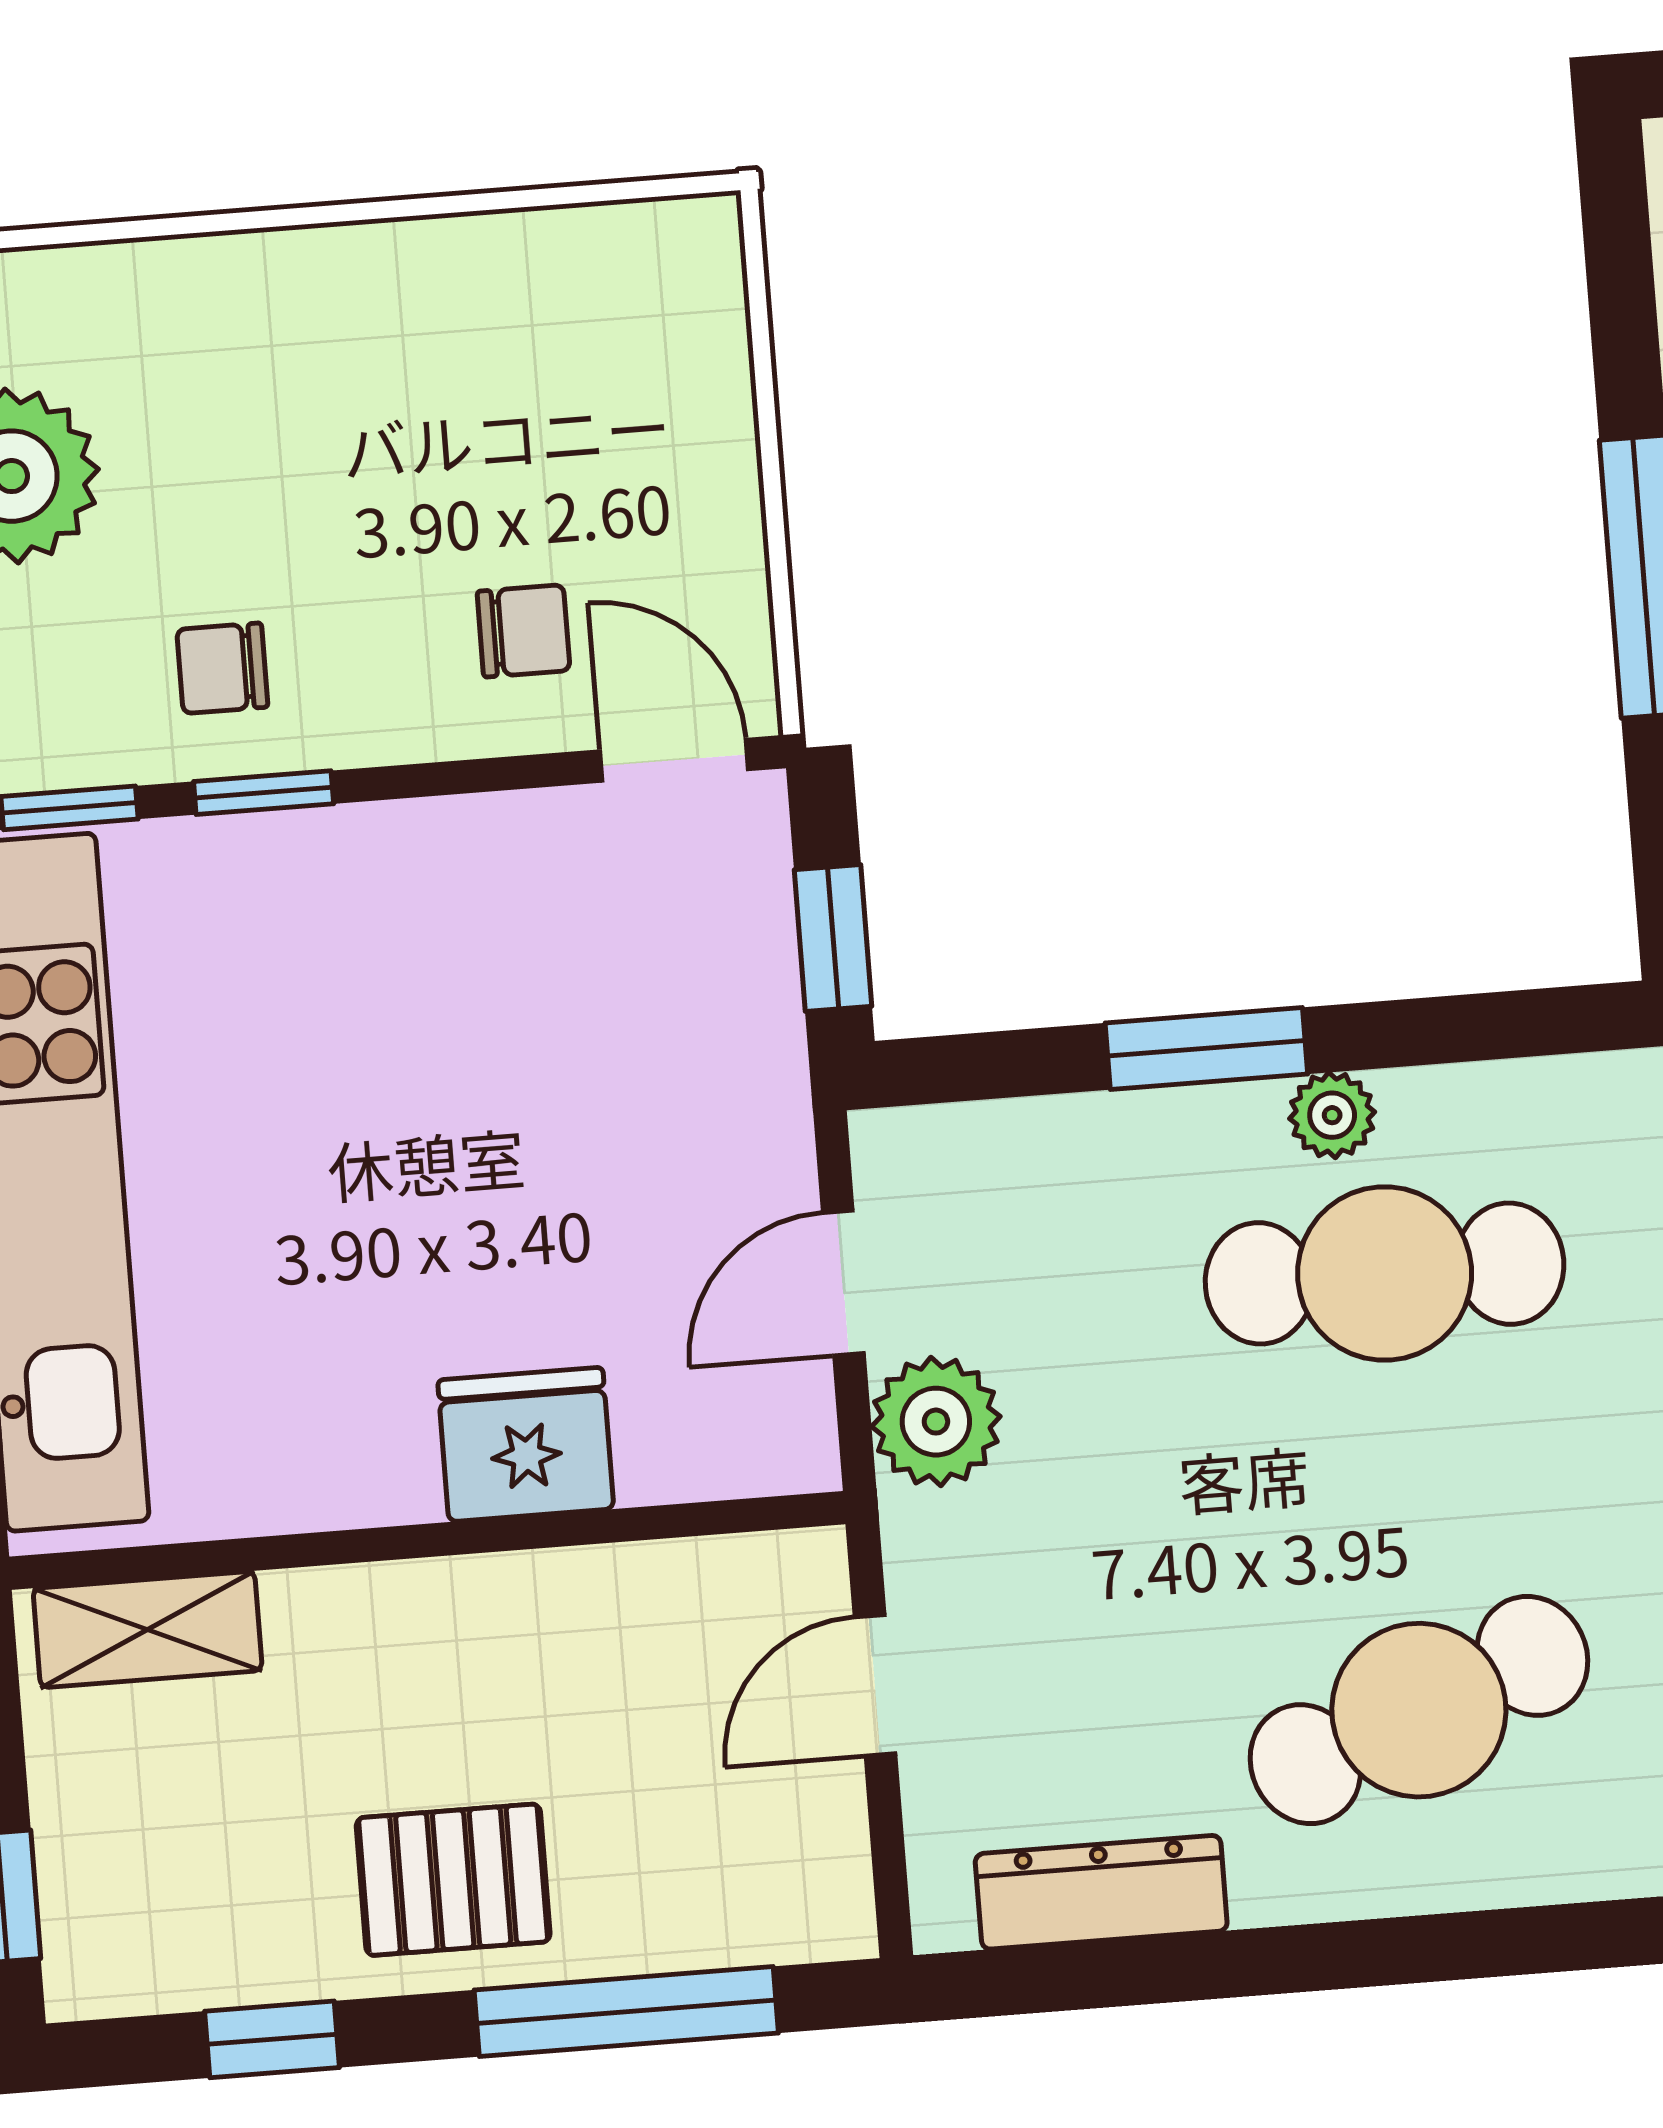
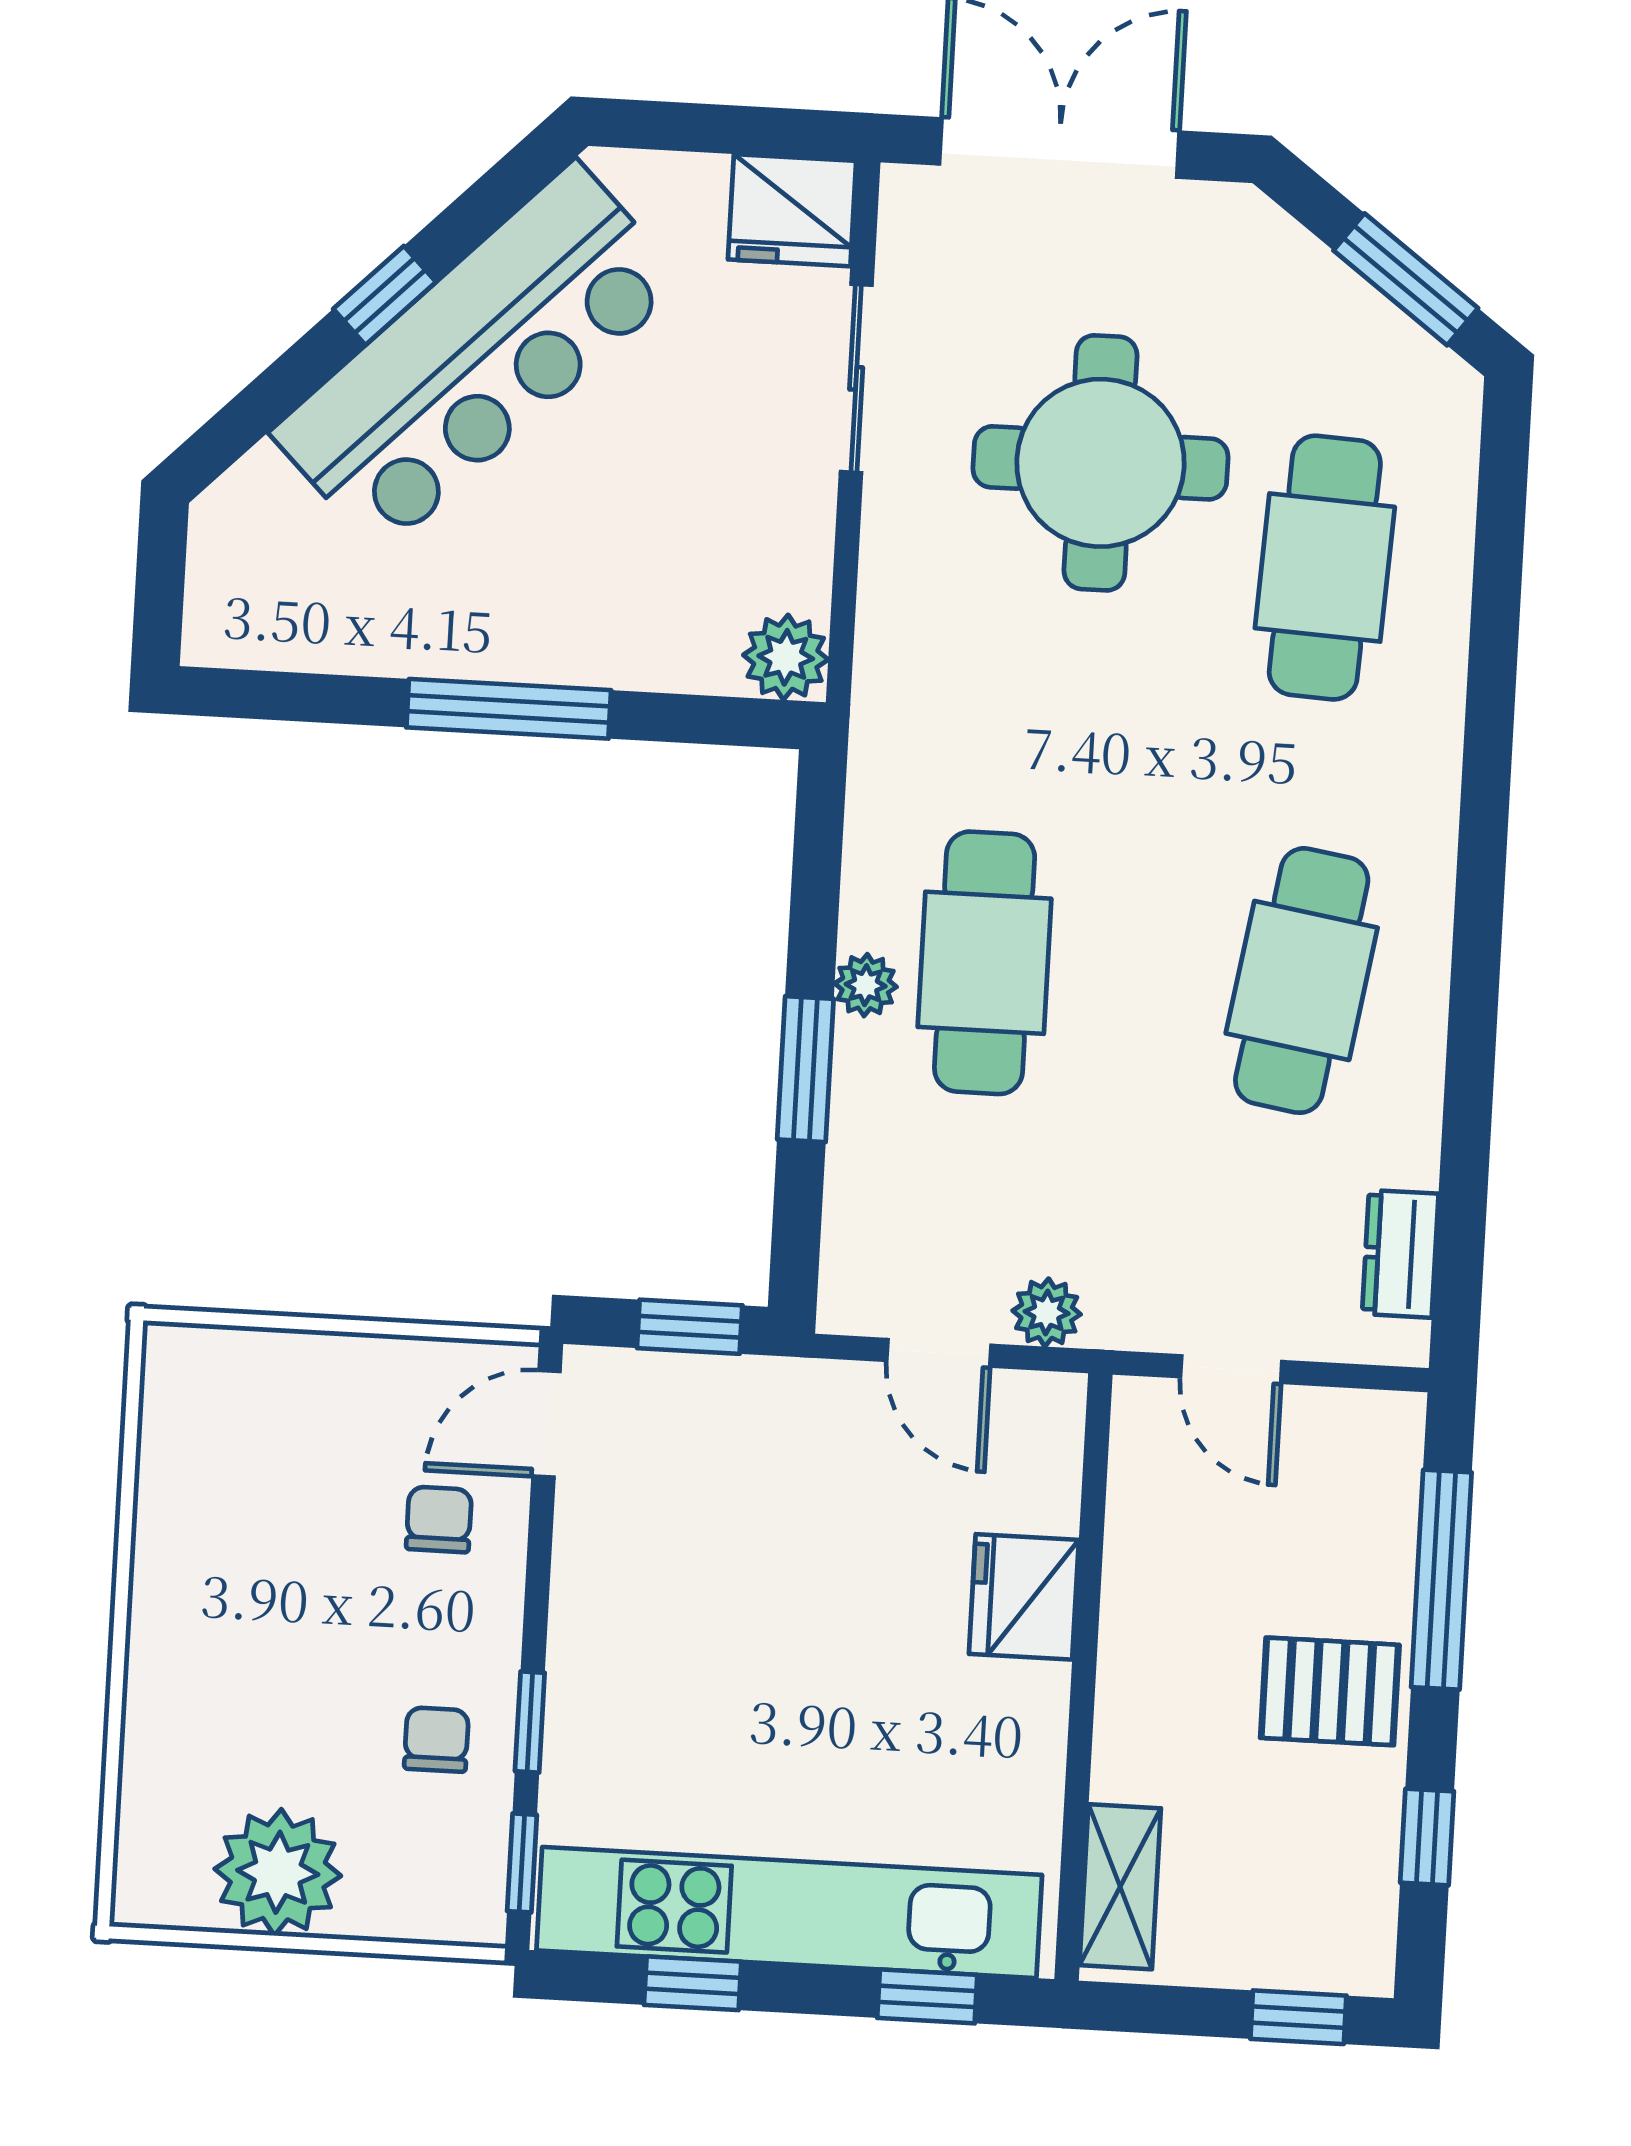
chair: (222, 668) -> (436, 1740), turned 180
plant: (936, 1422) -> (1047, 1313), width x0.73, depth x0.73
cafe table: (1419, 1710) -> (1302, 981), turned 30
pallet: (453, 1880) -> (1330, 1691), turned 90
dresser: (1101, 1892) -> (1400, 1254), width x0.70

